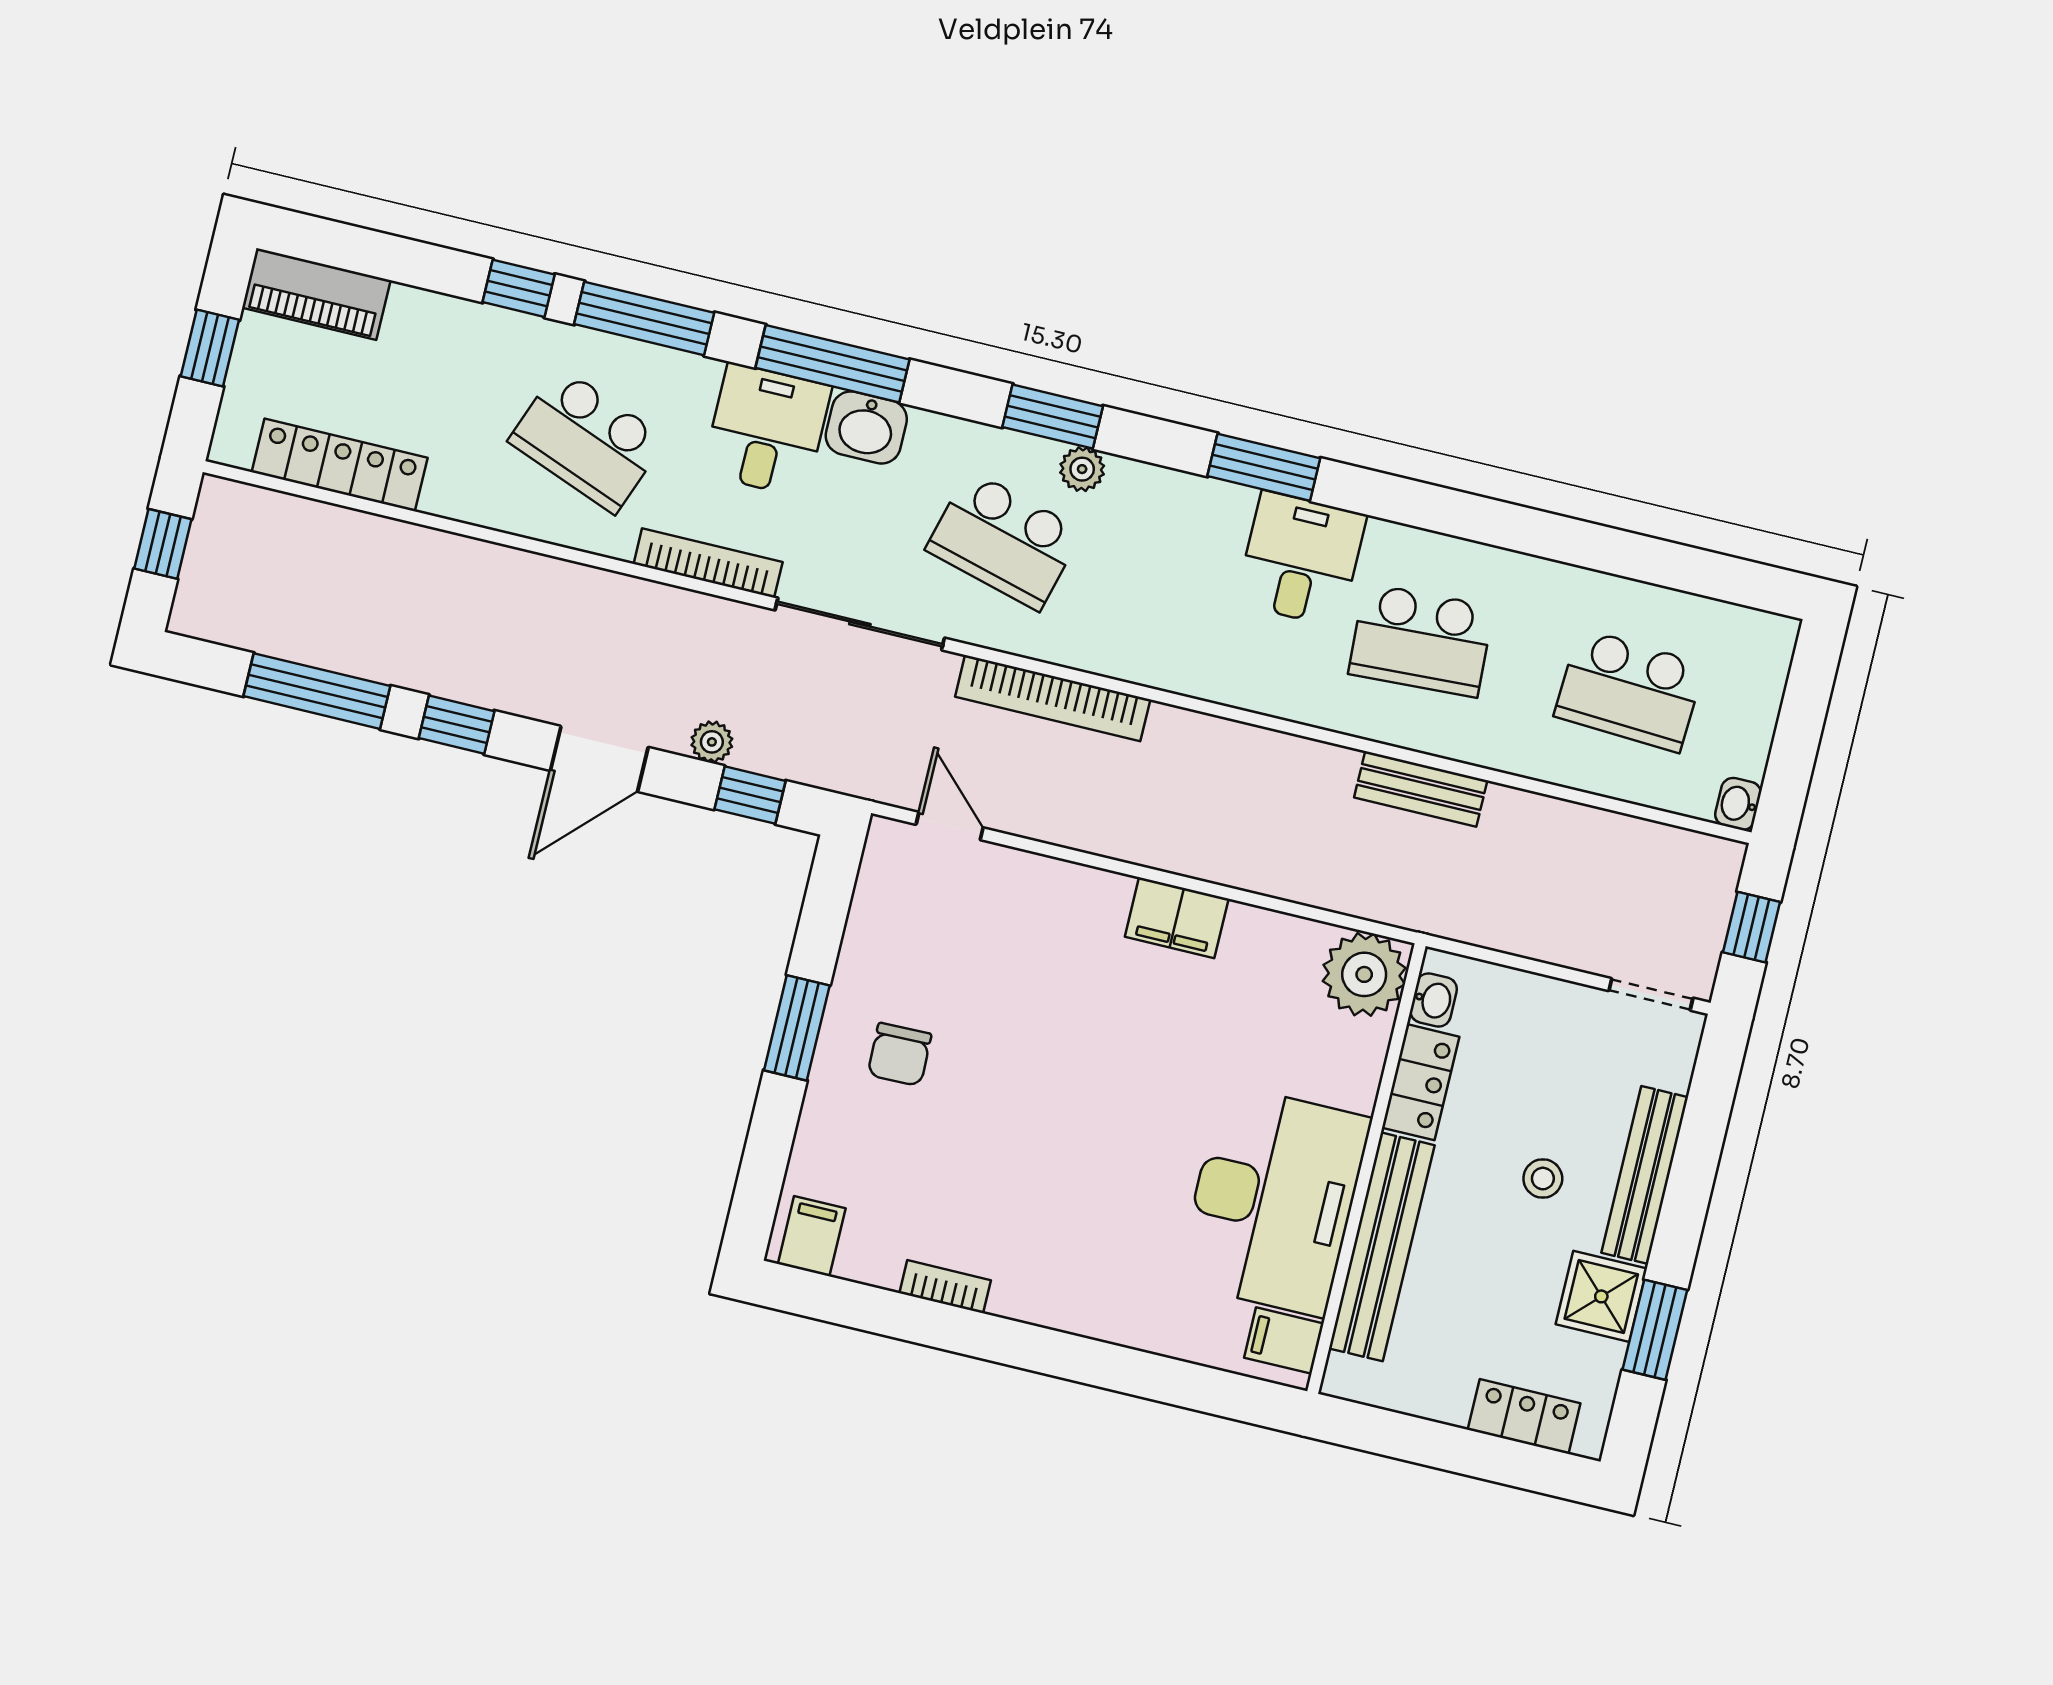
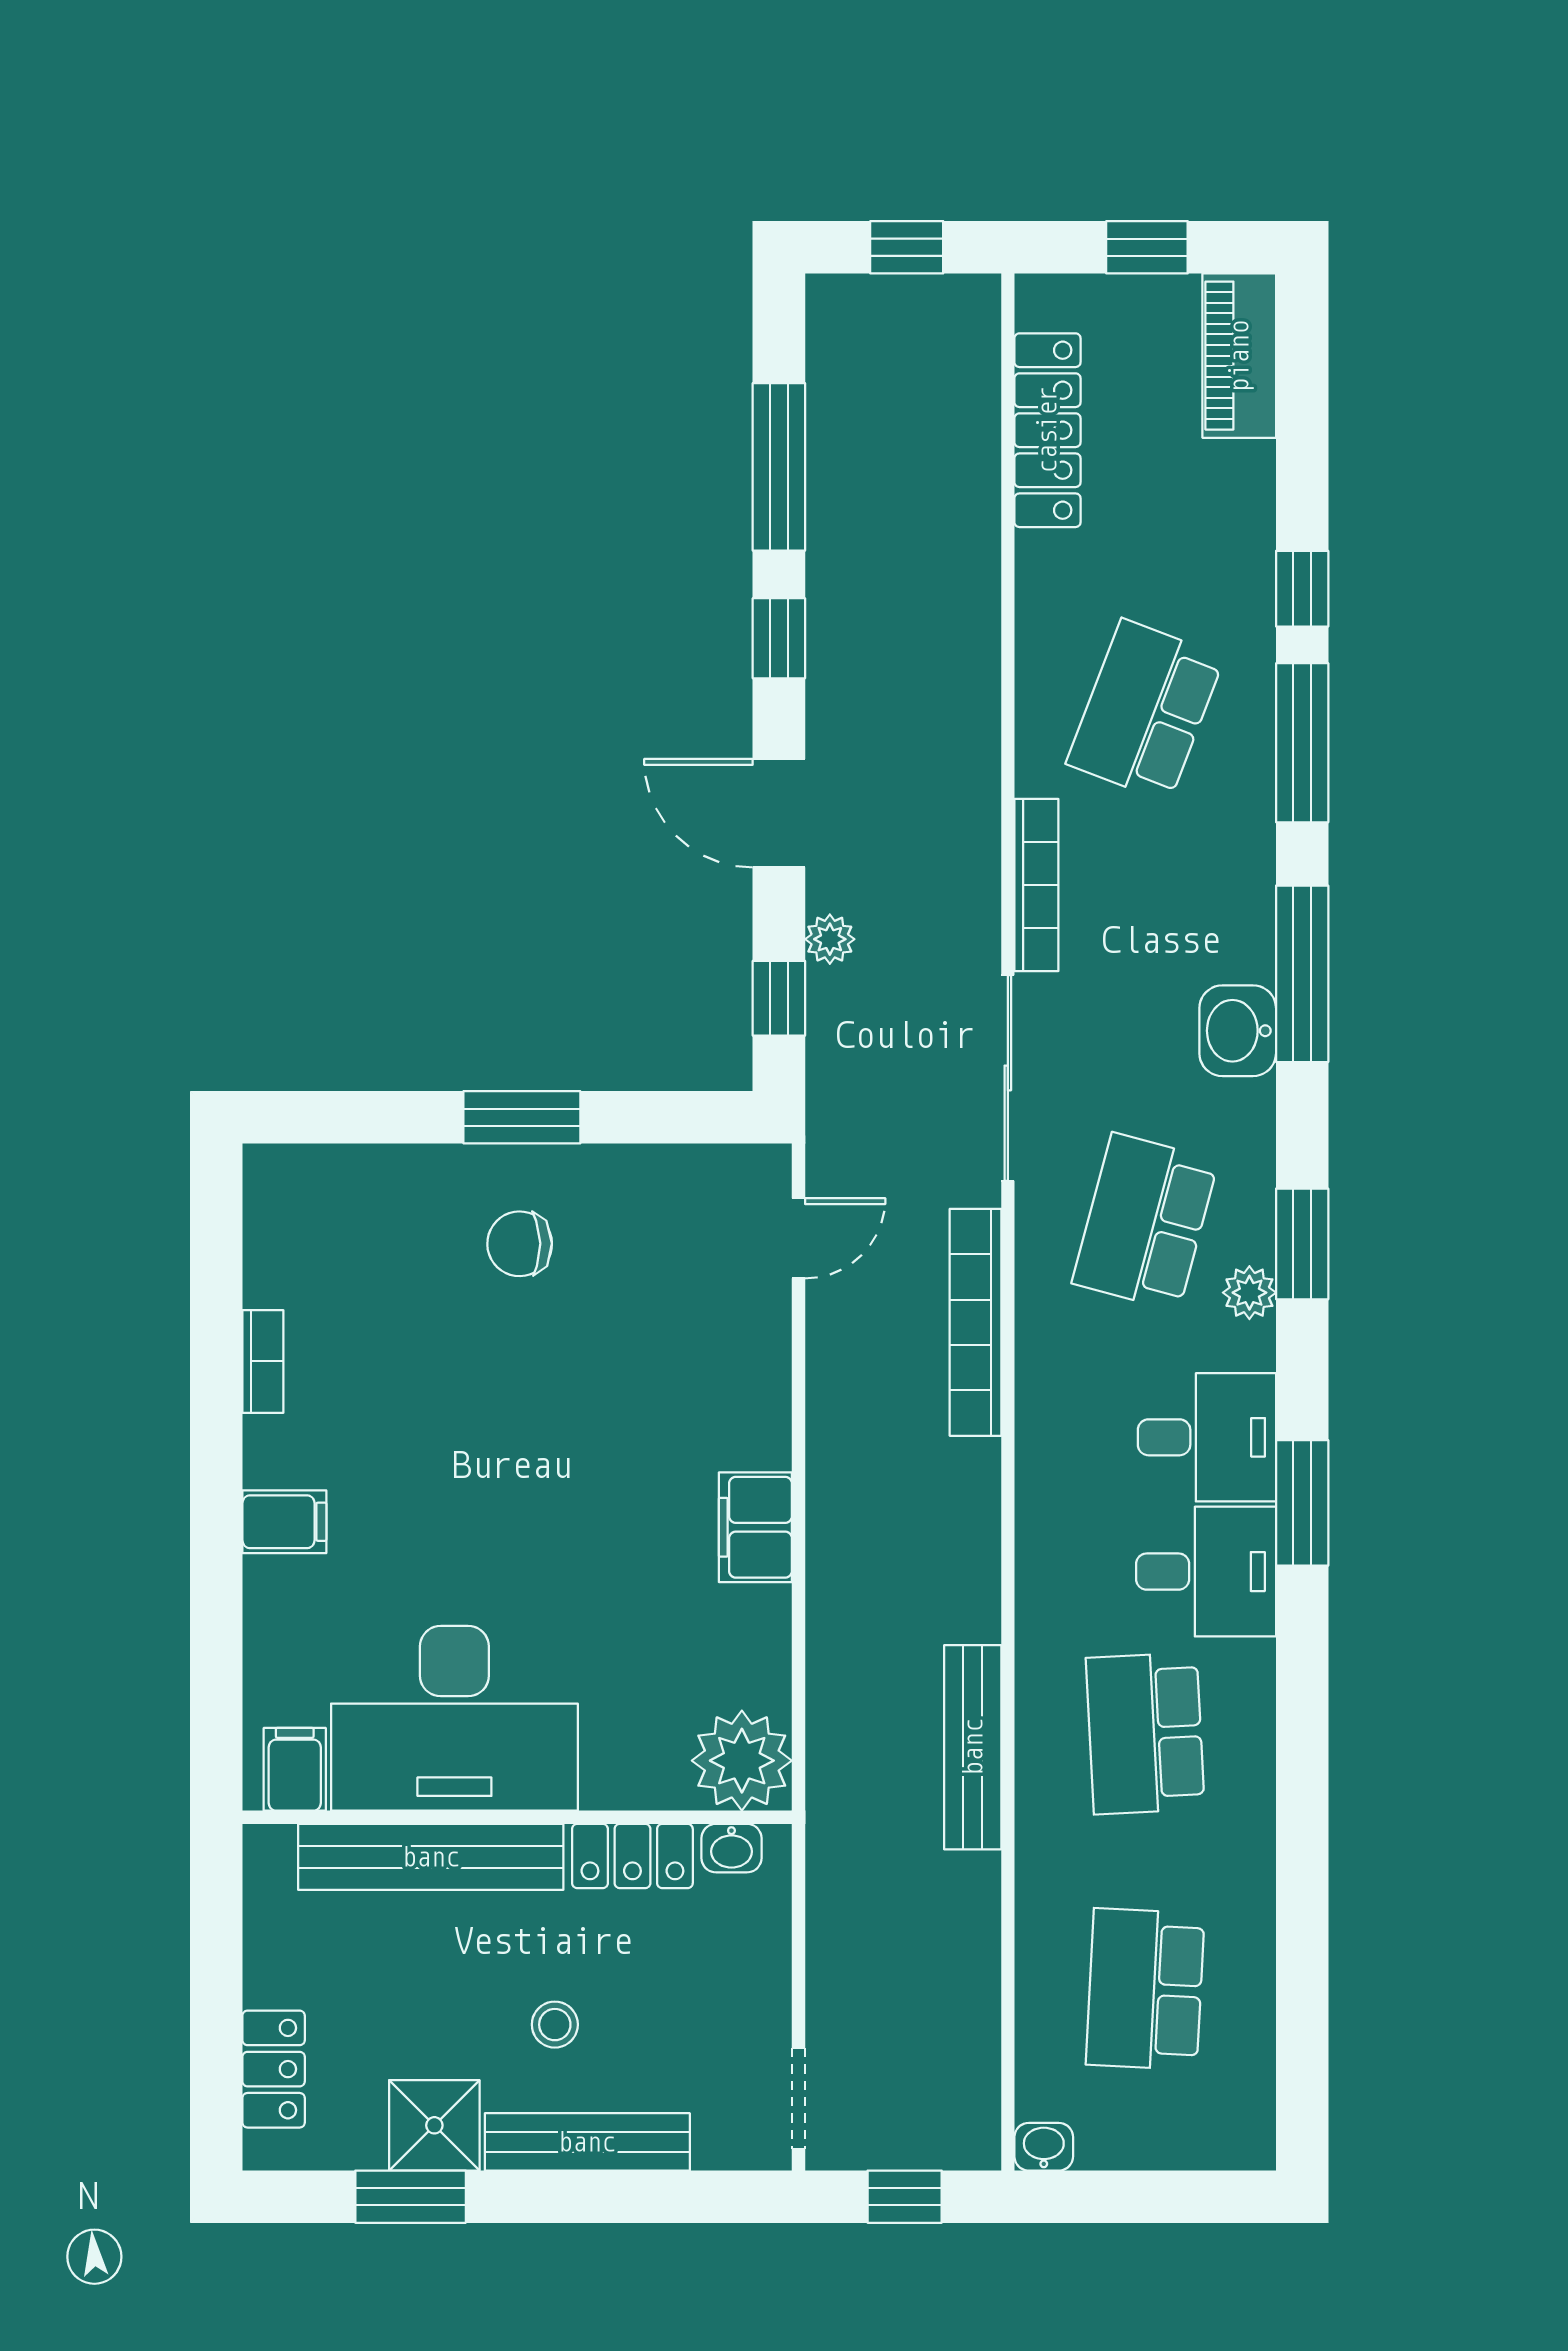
desk: (767, 430) -> (1207, 1437), moved
bench: (1421, 789) -> (973, 1747), width x1.36
filing cabinet: (812, 1236) -> (284, 1522), moved

